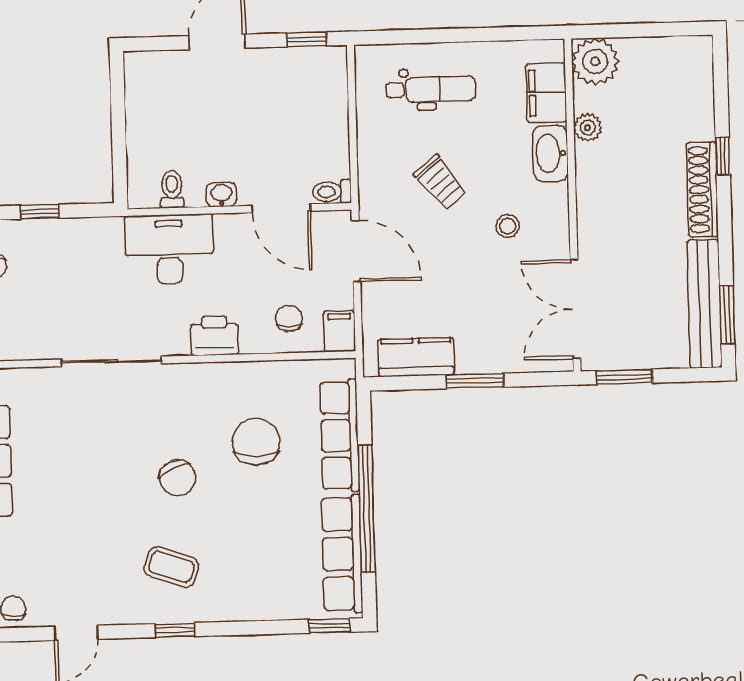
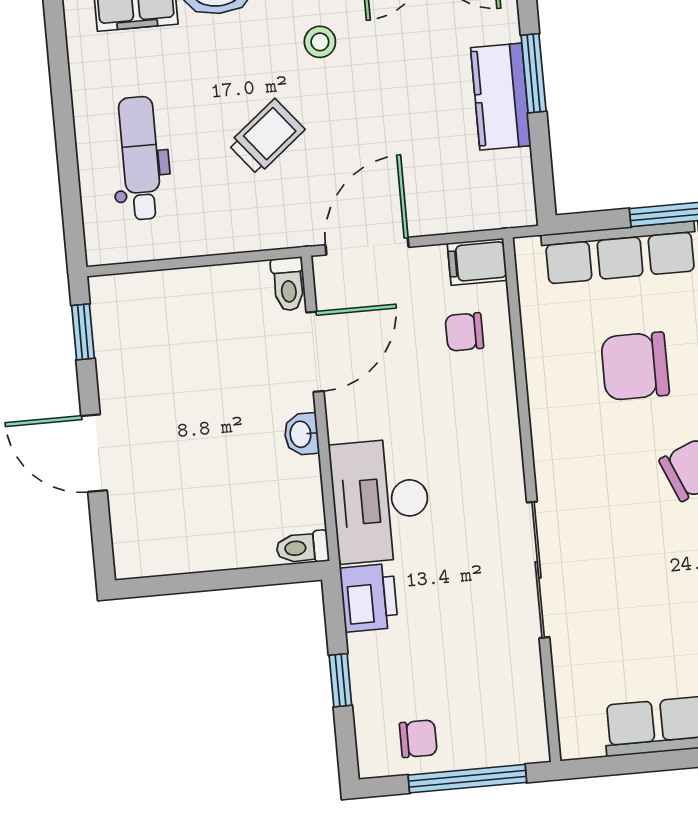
toilet: (172, 189) -> (303, 548), moved
printer: (214, 336) -> (369, 598), moved, turned 180
kitchen counter: (416, 357) -> (501, 97), moved

